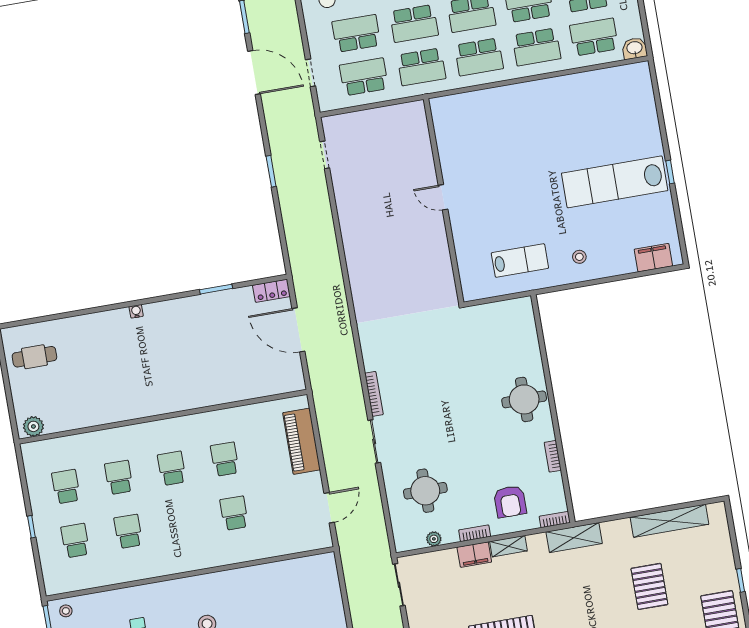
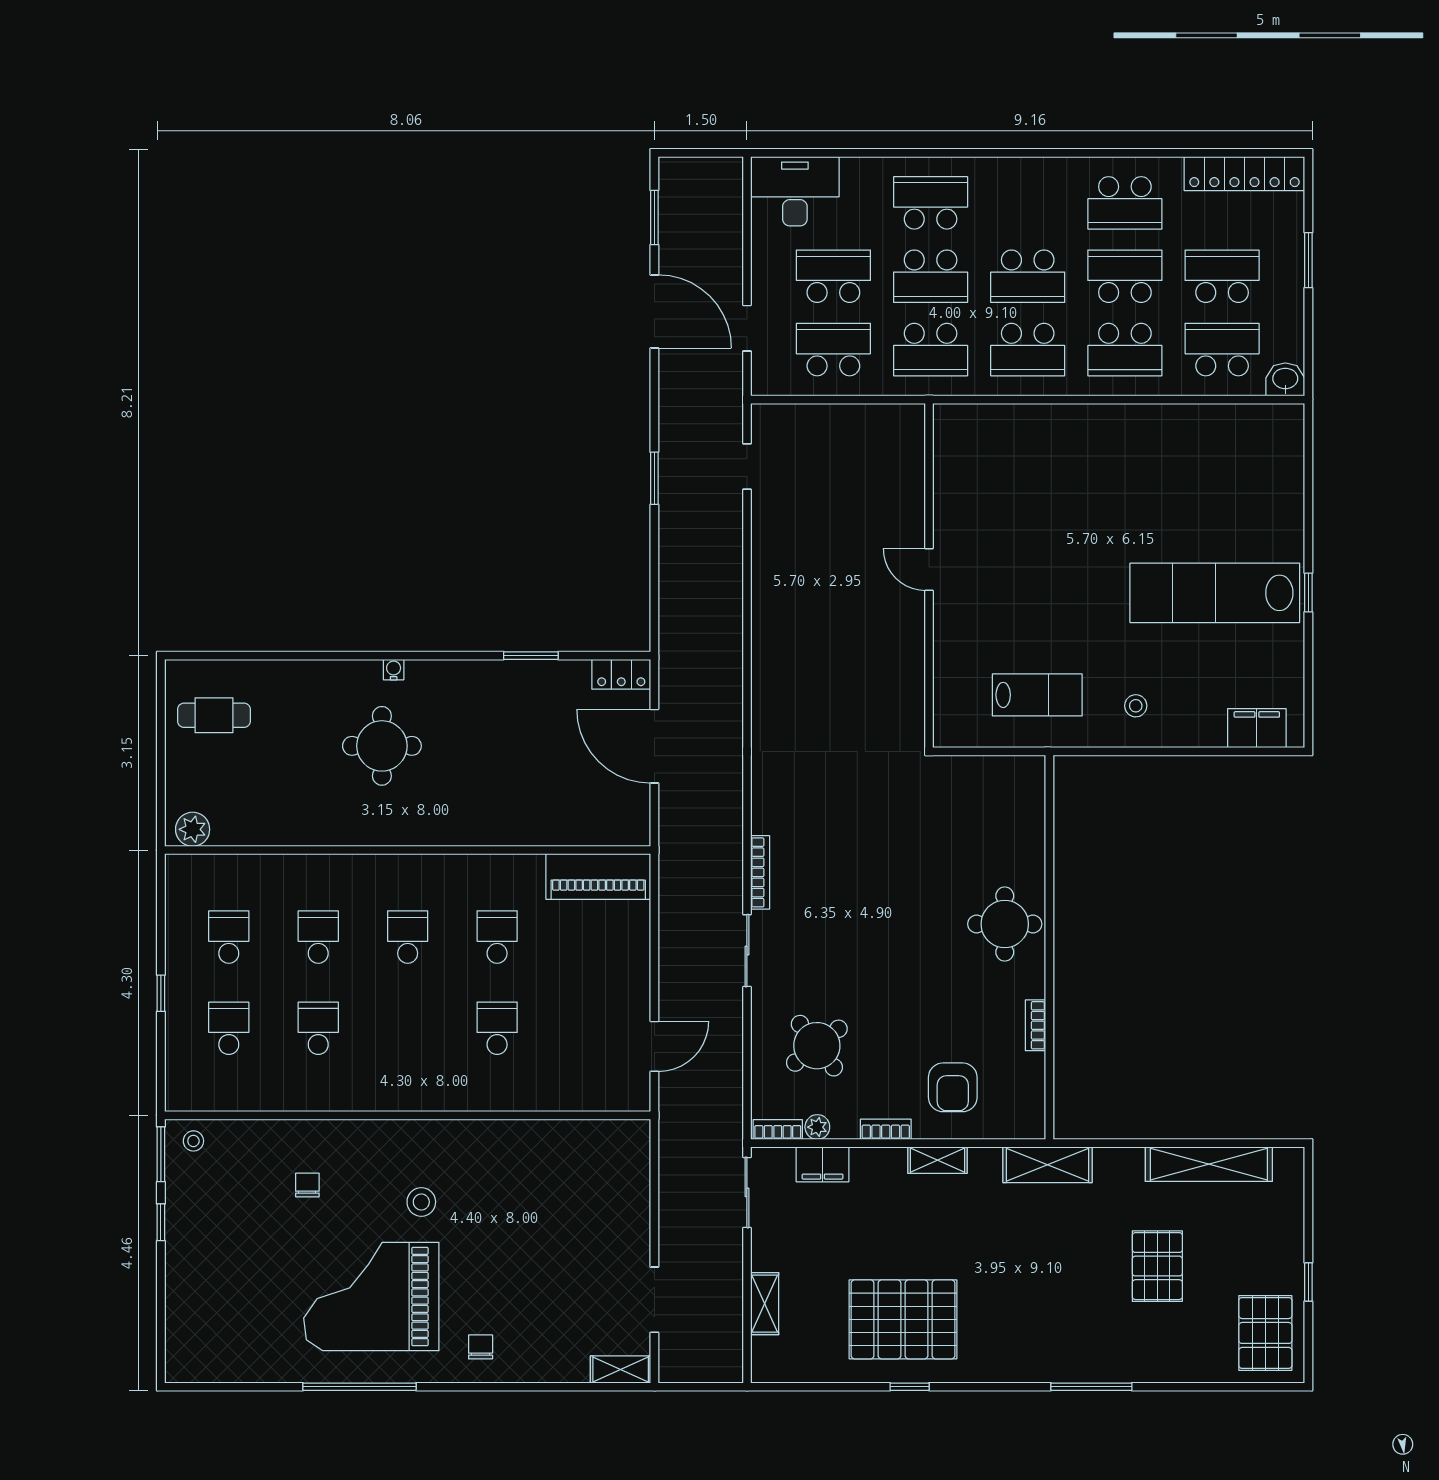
round table: (137, 358) -> (382, 746), added
piano: (302, 441) -> (598, 877), moved, turned -90
round table: (425, 491) -> (817, 1046), turned -38
bookcase: (555, 520) -> (778, 1130), moved
filing cabinet: (474, 555) -> (823, 1164), moved

